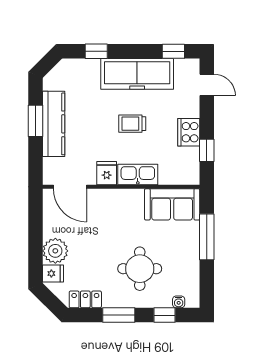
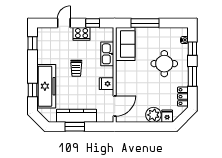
freezer: (137, 74) -> (46, 86), moved
door: (207, 85) -> (64, 23), moved
kitchen sink: (138, 174) -> (107, 54), moved

